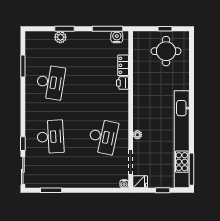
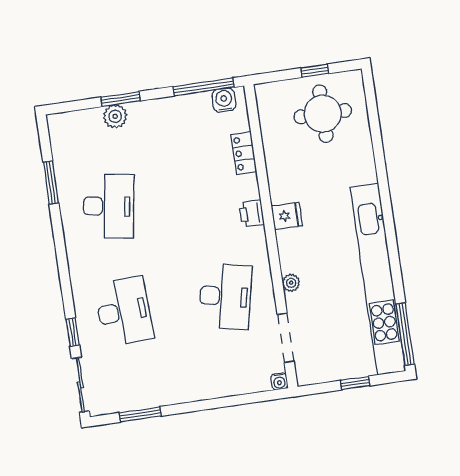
printer: (122, 83) -> (252, 214), moved
fridge: (140, 182) -> (287, 216), moved

